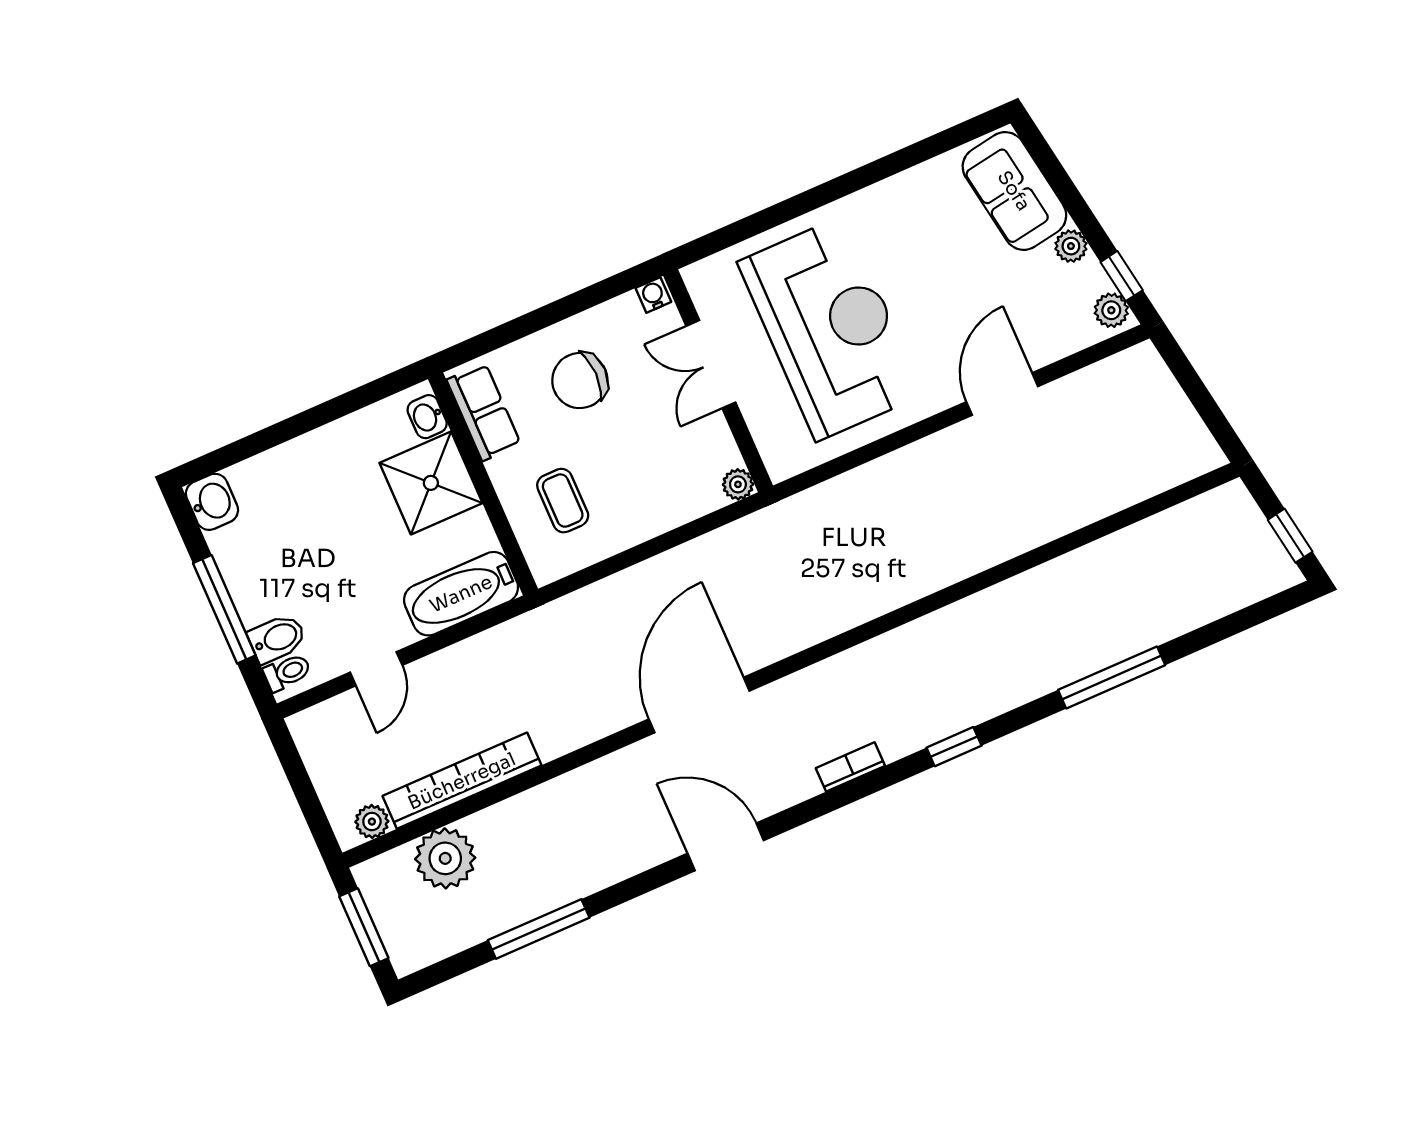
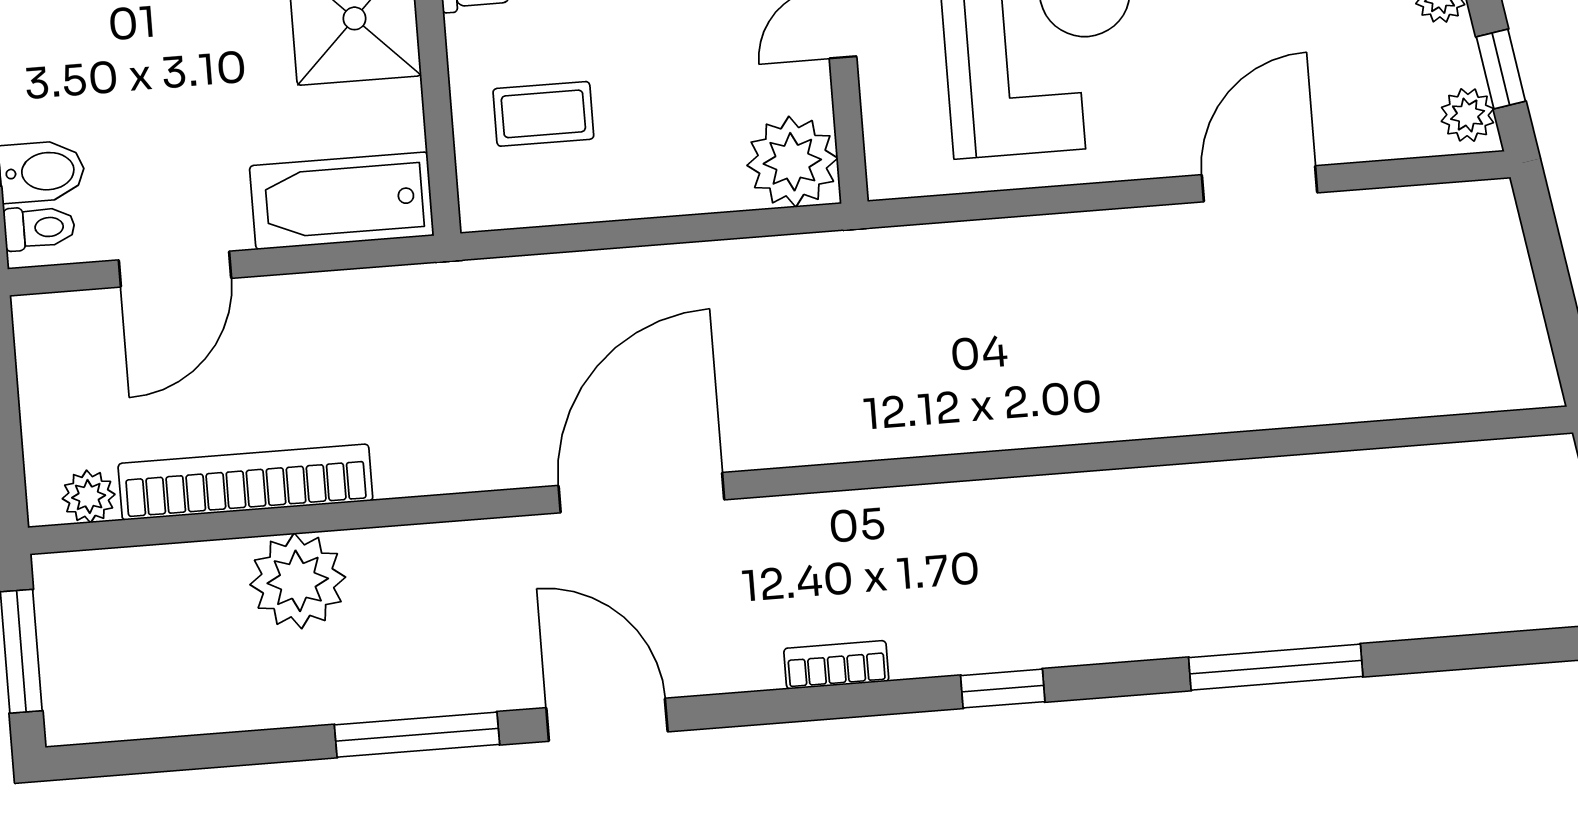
plant: (738, 484) -> (792, 162), width x1.87, depth x1.87
coffee table: (563, 501) -> (543, 114), turned 90
door: (376, 669) -> (175, 269), width x1.38
plant: (445, 858) -> (298, 581), moved
window: (539, 929) -> (417, 735), moved

